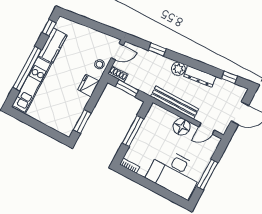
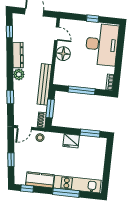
window: (88, 23) -> (11, 160), added
door: (117, 52) -> (24, 128), swing flipped
window: (27, 69) -> (66, 193), width x0.68
fridge: (88, 85) -> (71, 141), moved
bench: (175, 103) -> (44, 84), moved
window: (207, 175) -> (93, 19), width x0.46

